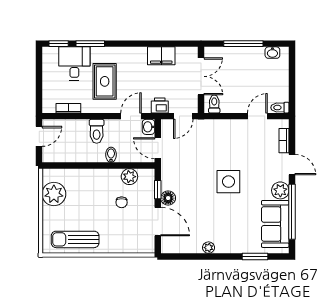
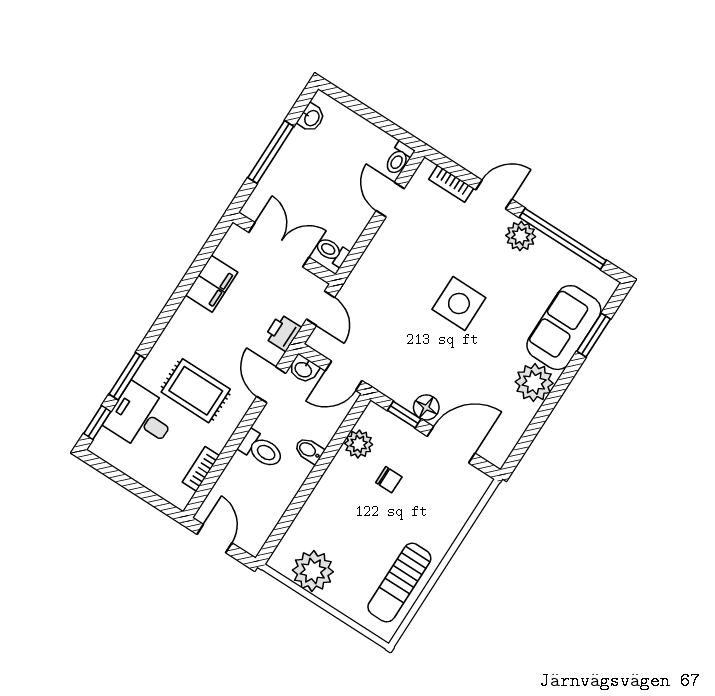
sofa: (275, 224) -> (564, 328), moved, turned 90
plant: (209, 248) -> (534, 383), width x1.88, depth x1.88

